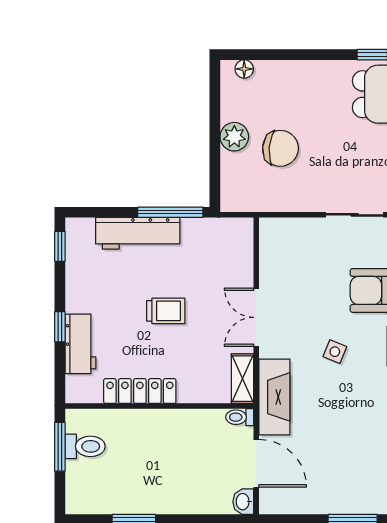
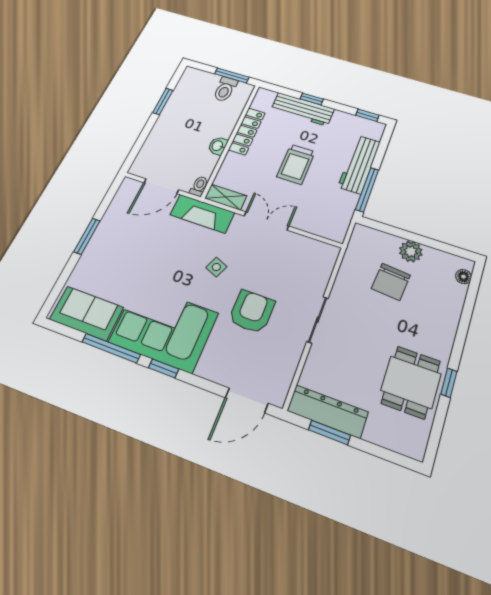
trolley: (166, 311) -> (296, 164), width x1.36, depth x1.39
workbench: (80, 344) -> (303, 109), width x1.38
washbasin: (243, 502) -> (218, 146), moved, turned -90

